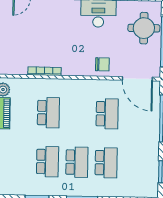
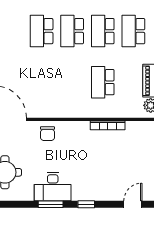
chair: (102, 64) -> (47, 134), turned -90
school desk: (107, 114) -> (133, 31), moved

